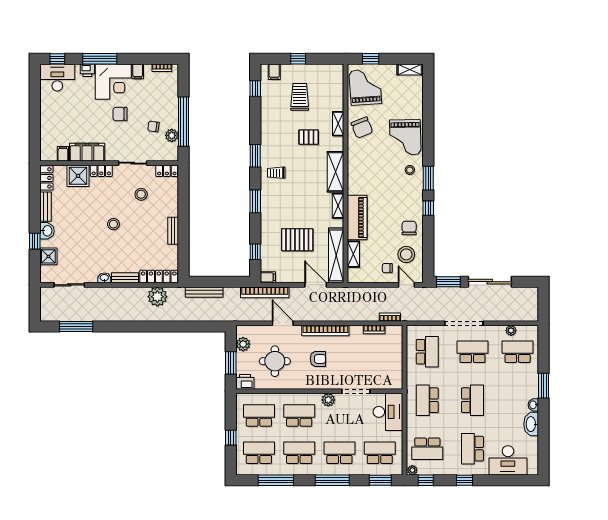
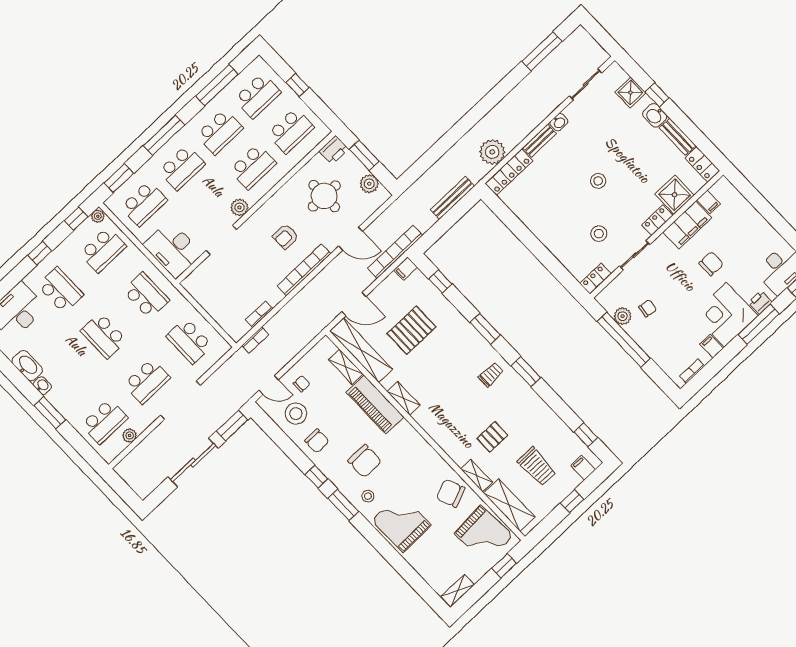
chair: (120, 114) -> (711, 264), moved
shelving: (335, 172) -> (509, 505), moved
chair: (393, 191) -> (365, 461), added
bench: (173, 231) -> (536, 228), removed
school desk: (427, 449) -> (103, 250), turned 180

